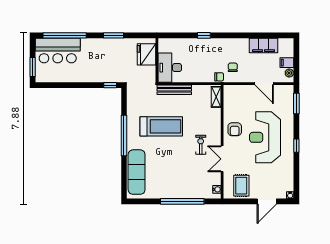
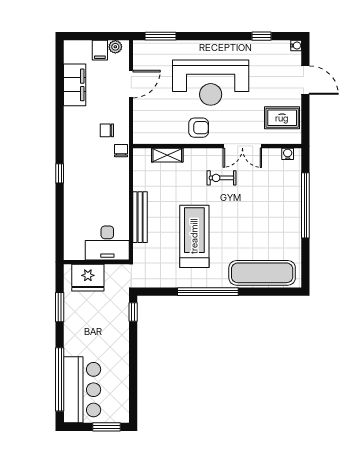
fridge: (146, 54) -> (88, 278), moved
wall: (157, 60) -> (96, 262), moved
desk: (170, 68) -> (107, 243), moved
shelving: (216, 97) -> (167, 155), moved
window: (296, 146) -> (261, 36), moved

